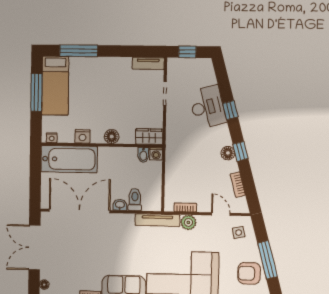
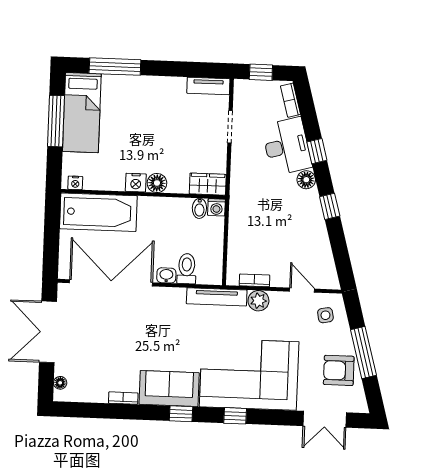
nightstand: (82, 136) -> (136, 183), moved
floor lamp: (228, 153) -> (306, 180), moved
bookcase: (238, 185) -> (291, 100), moved

